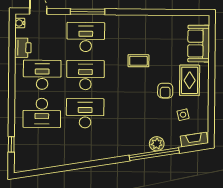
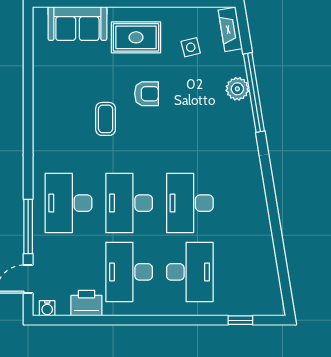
window: (88, 12) -> (28, 227), moved
armchair: (165, 91) -> (146, 94), moved

